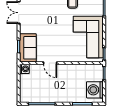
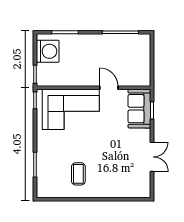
corner sofa: (88, 37) -> (71, 109), moved, turned 90
washing machine: (24, 69) -> (144, 80), removed

